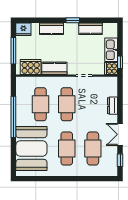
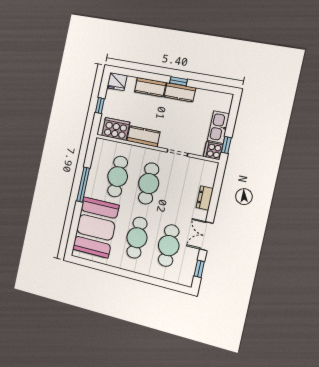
kitchen counter: (91, 29) -> (180, 92), moved
window: (13, 51) -> (100, 106), width x0.46
window: (13, 117) -> (83, 185), width x0.68

